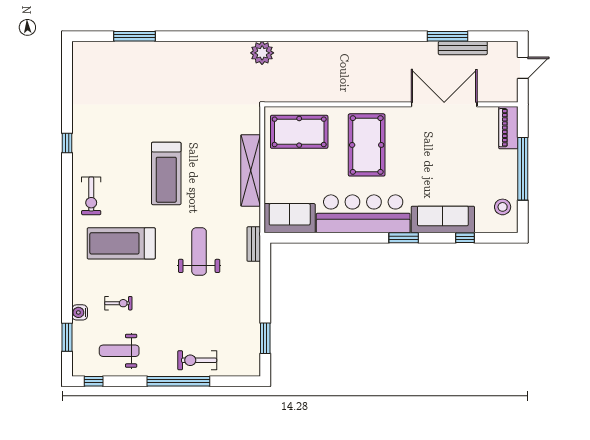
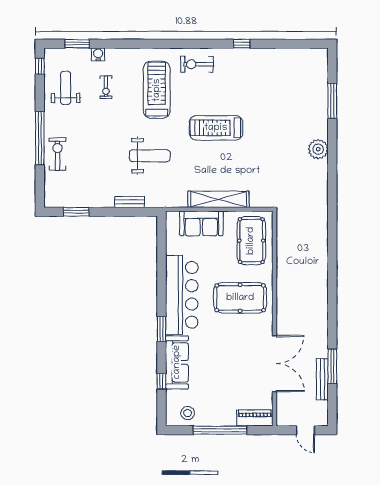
plant: (262, 53) -> (318, 149), moved
sofa: (290, 218) -> (201, 223), moved, turned 90
bench: (254, 244) -> (130, 202), moved

